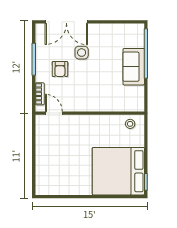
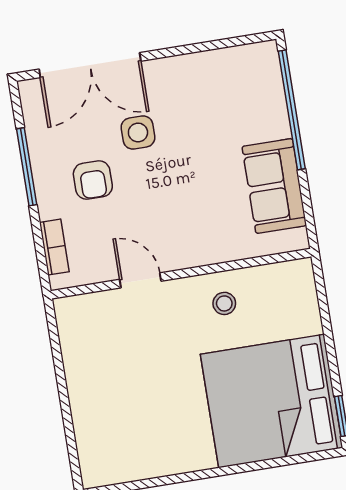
sofa: (134, 67) -> (274, 186), moved
door: (54, 113) -> (140, 280), moved
stool: (130, 124) -> (224, 303), moved

